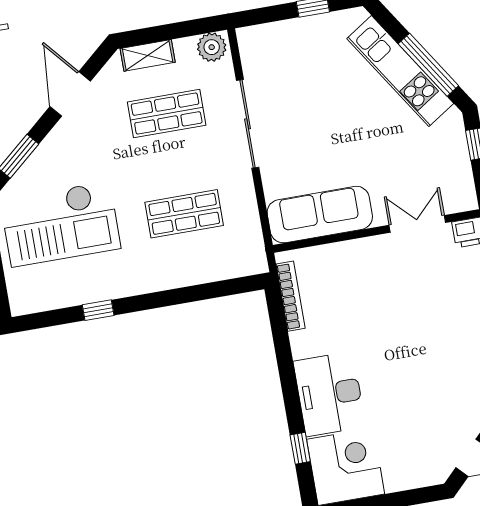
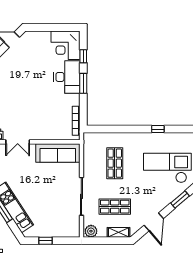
shop shelf: (184, 214) -> (115, 163), turned 90
window: (289, 385) -> (83, 83), added

